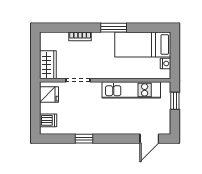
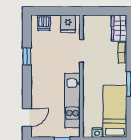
wardrobe: (48, 65) -> (119, 28), moved, turned 90
door: (149, 139) -> (27, 117), swing flipped

